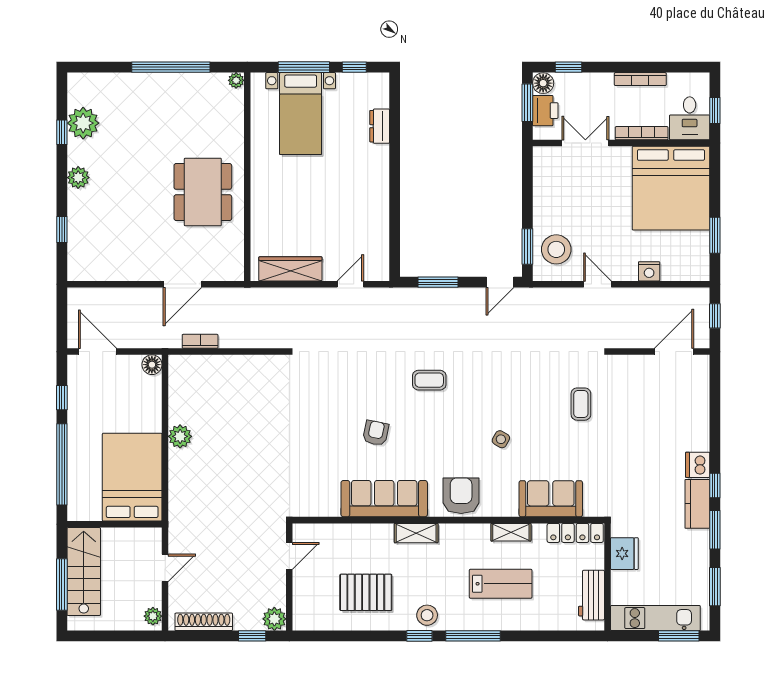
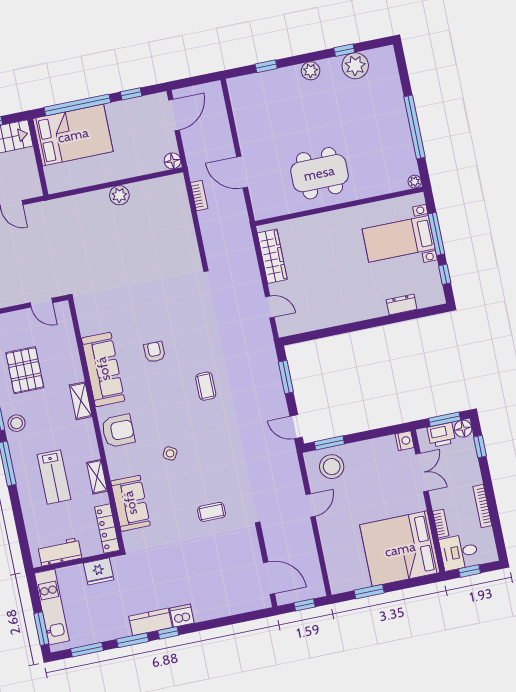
bookcase: (642, 133) -> (441, 524), width x0.64
nightstand: (649, 271) -> (405, 441), moved, turned 180
armchair: (376, 433) -> (154, 352), turned -102
bed: (132, 477) -> (73, 135), moved

